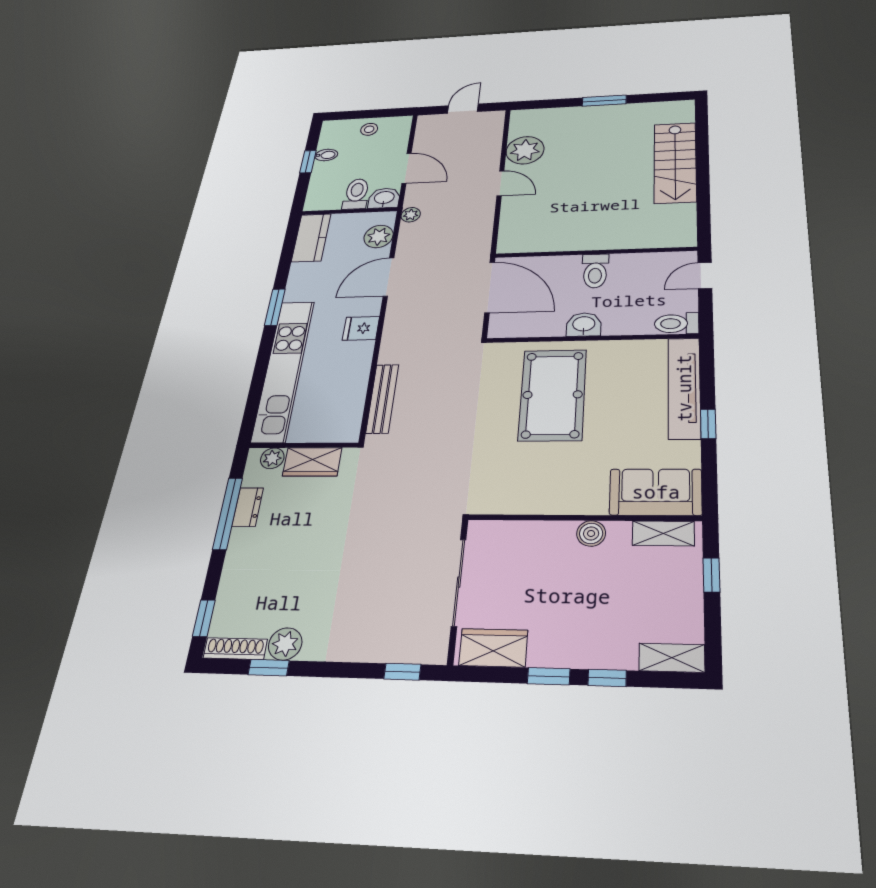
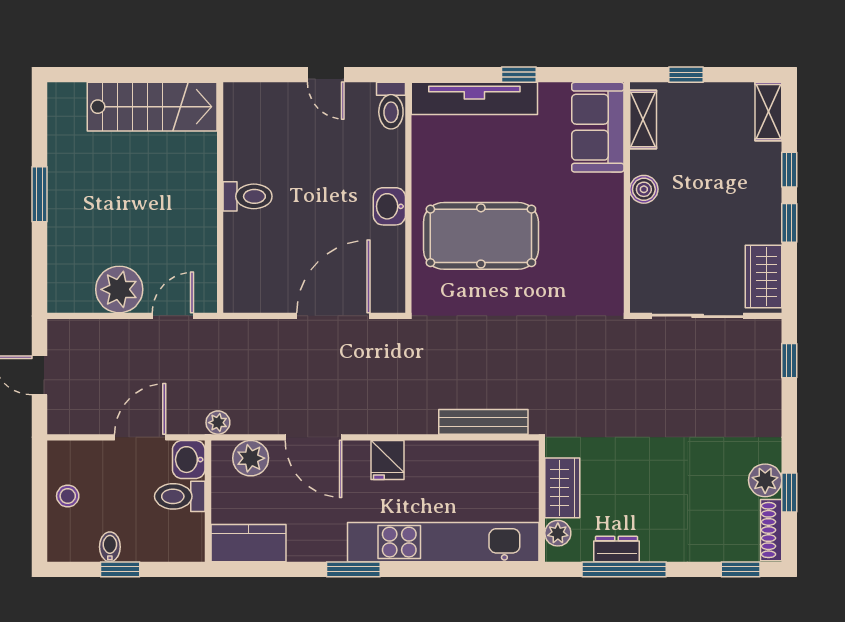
wall: (595, 252) -> (220, 198), moved
toilet: (595, 271) -> (248, 196), moved

